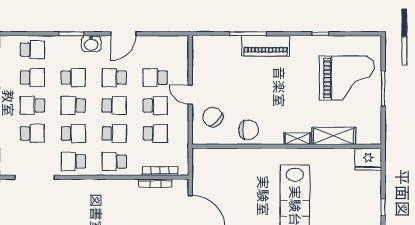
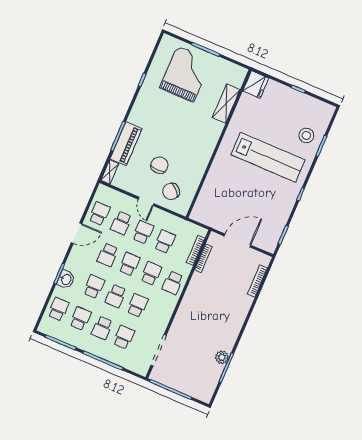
door: (123, 34) -> (76, 233), hinge flipped
washbasin: (91, 44) -> (66, 279), moved
piano: (266, 46) -> (126, 144), moved
door: (190, 95) -> (146, 201), hinge flipped
chair: (249, 130) -> (159, 165), moved
shelving: (298, 139) -> (110, 172), moved
school desk: (73, 161) -> (99, 214), moved, turned 180

